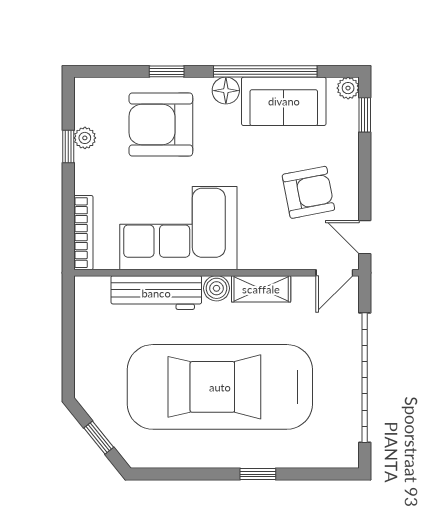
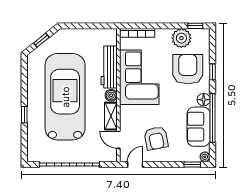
plant: (85, 138) -> (181, 38), width x1.87, depth x1.87
window: (68, 146) -> (195, 26), moved
door: (334, 273) -> (118, 140), moved

